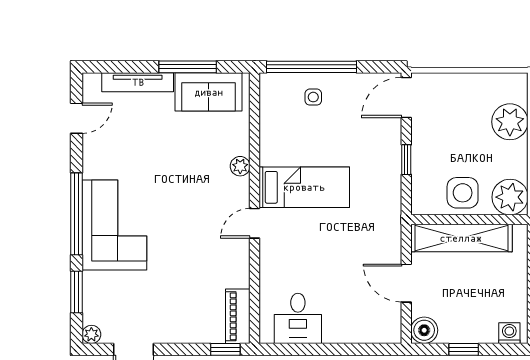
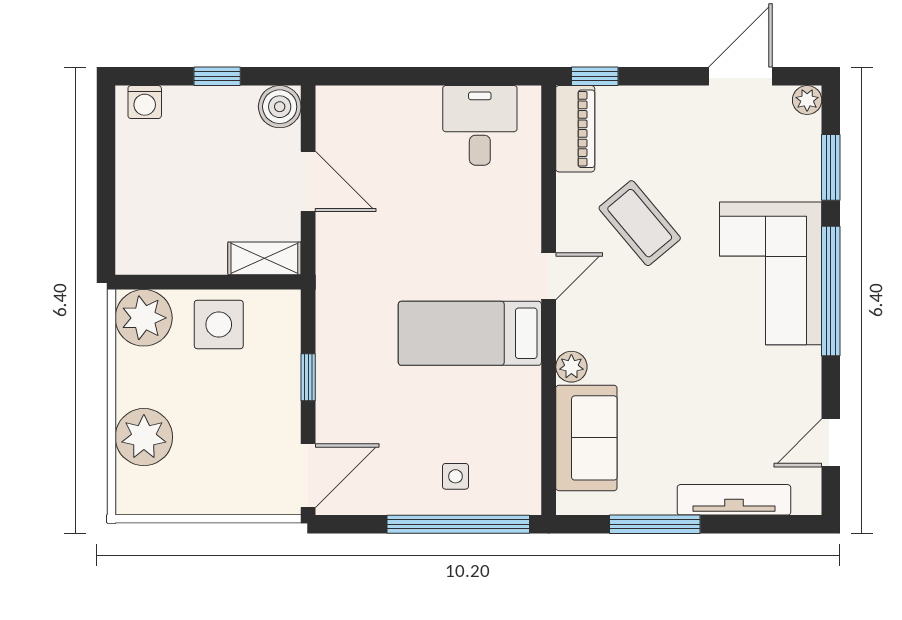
sofa: (209, 92) -> (586, 438), moved, turned 90
shelving: (461, 238) -> (264, 258), width x0.45, depth x0.75
coffee table: (197, 257) -> (640, 223), added

